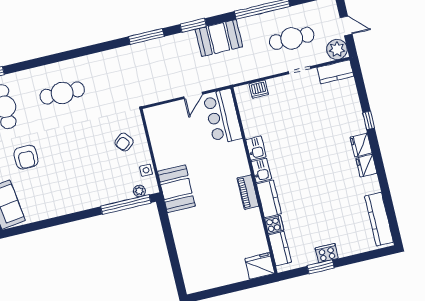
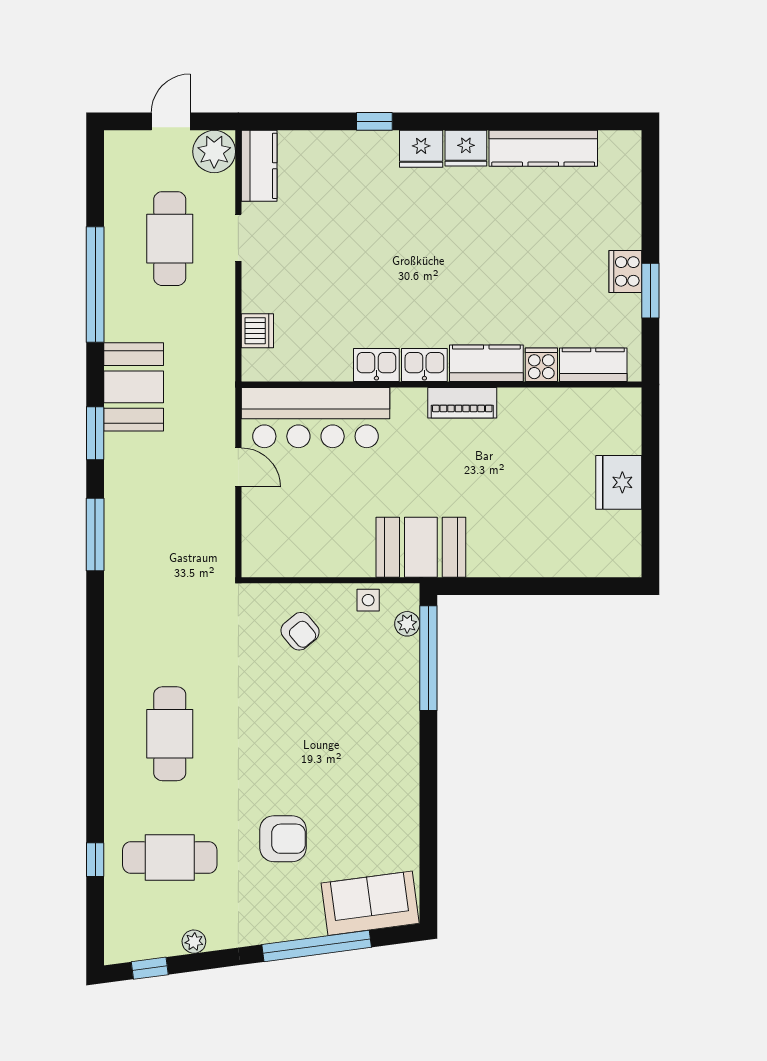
bar counter: (223, 117) -> (315, 418), width x1.36
kitchen counter: (379, 219) -> (543, 148), moved
fridge: (260, 266) -> (619, 482), moved

